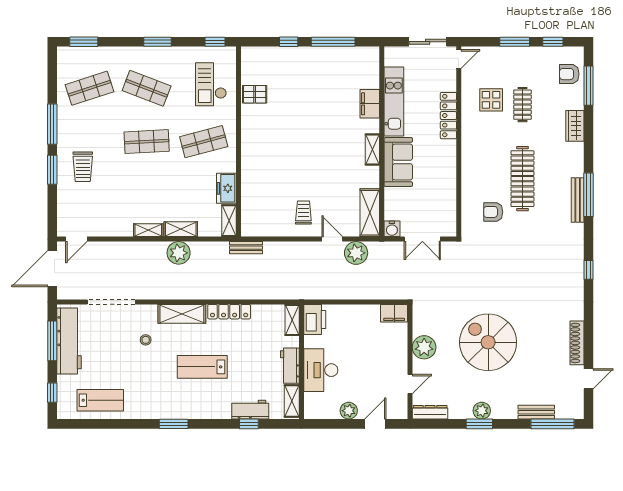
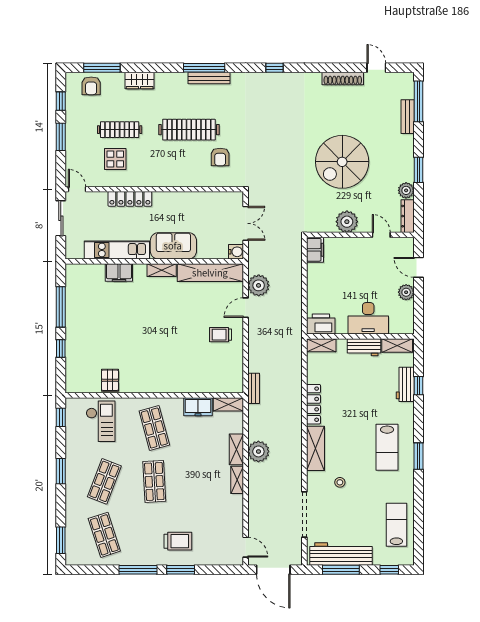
checkout: (211, 84) -> (101, 421), turned -90
clothes rail: (522, 105) -> (120, 130), width x1.36
shelving: (370, 213) -> (210, 273), width x1.47
lab bench: (202, 367) -> (387, 447), moved
plant: (482, 411) -> (406, 190), moved

